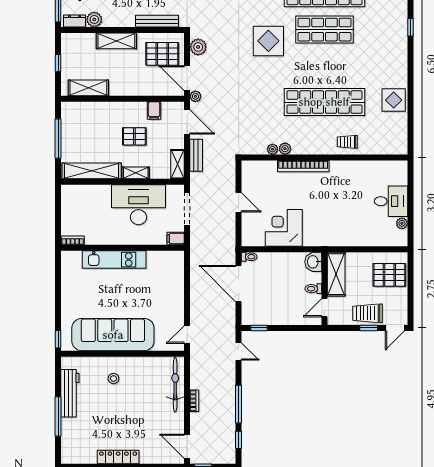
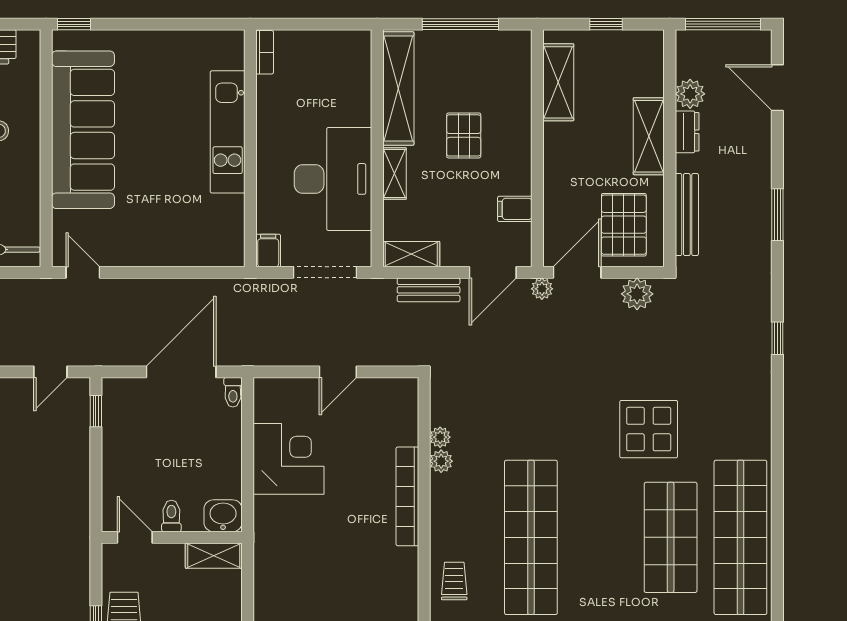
dresser: (75, 21) -> (687, 132), moved
pallet: (134, 136) -> (464, 135), moved
shelving: (336, 274) -> (214, 556), width x0.67, depth x0.75

